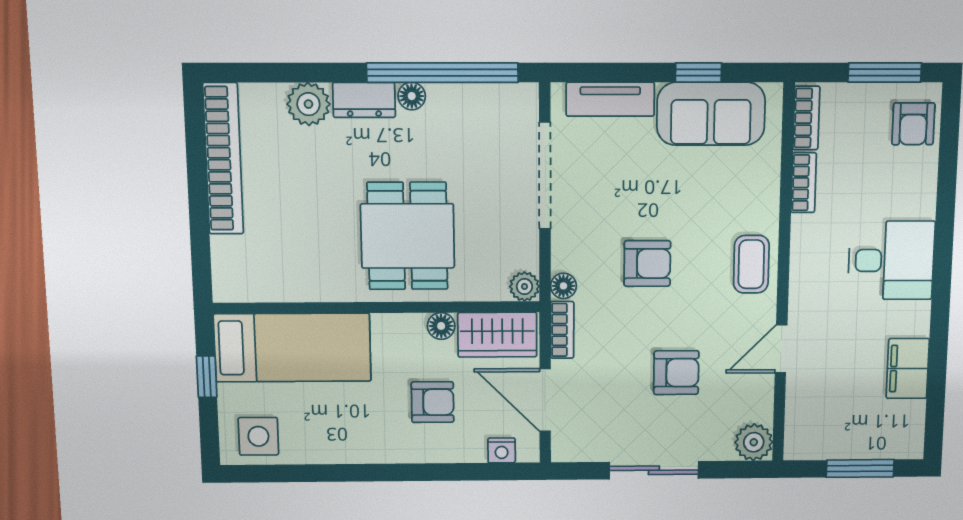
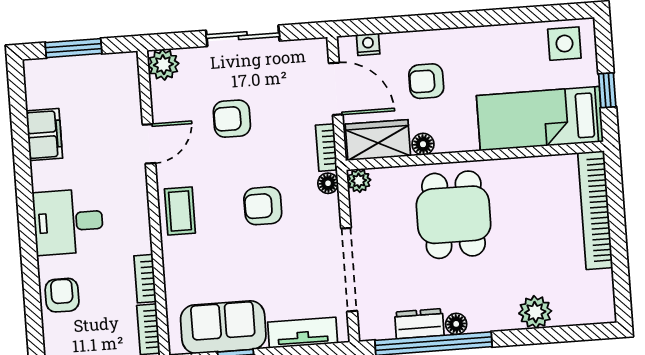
dresser: (364, 100) -> (419, 324), moved
armchair: (913, 124) -> (62, 295), moved
bookcase: (223, 159) -> (595, 210), moved

